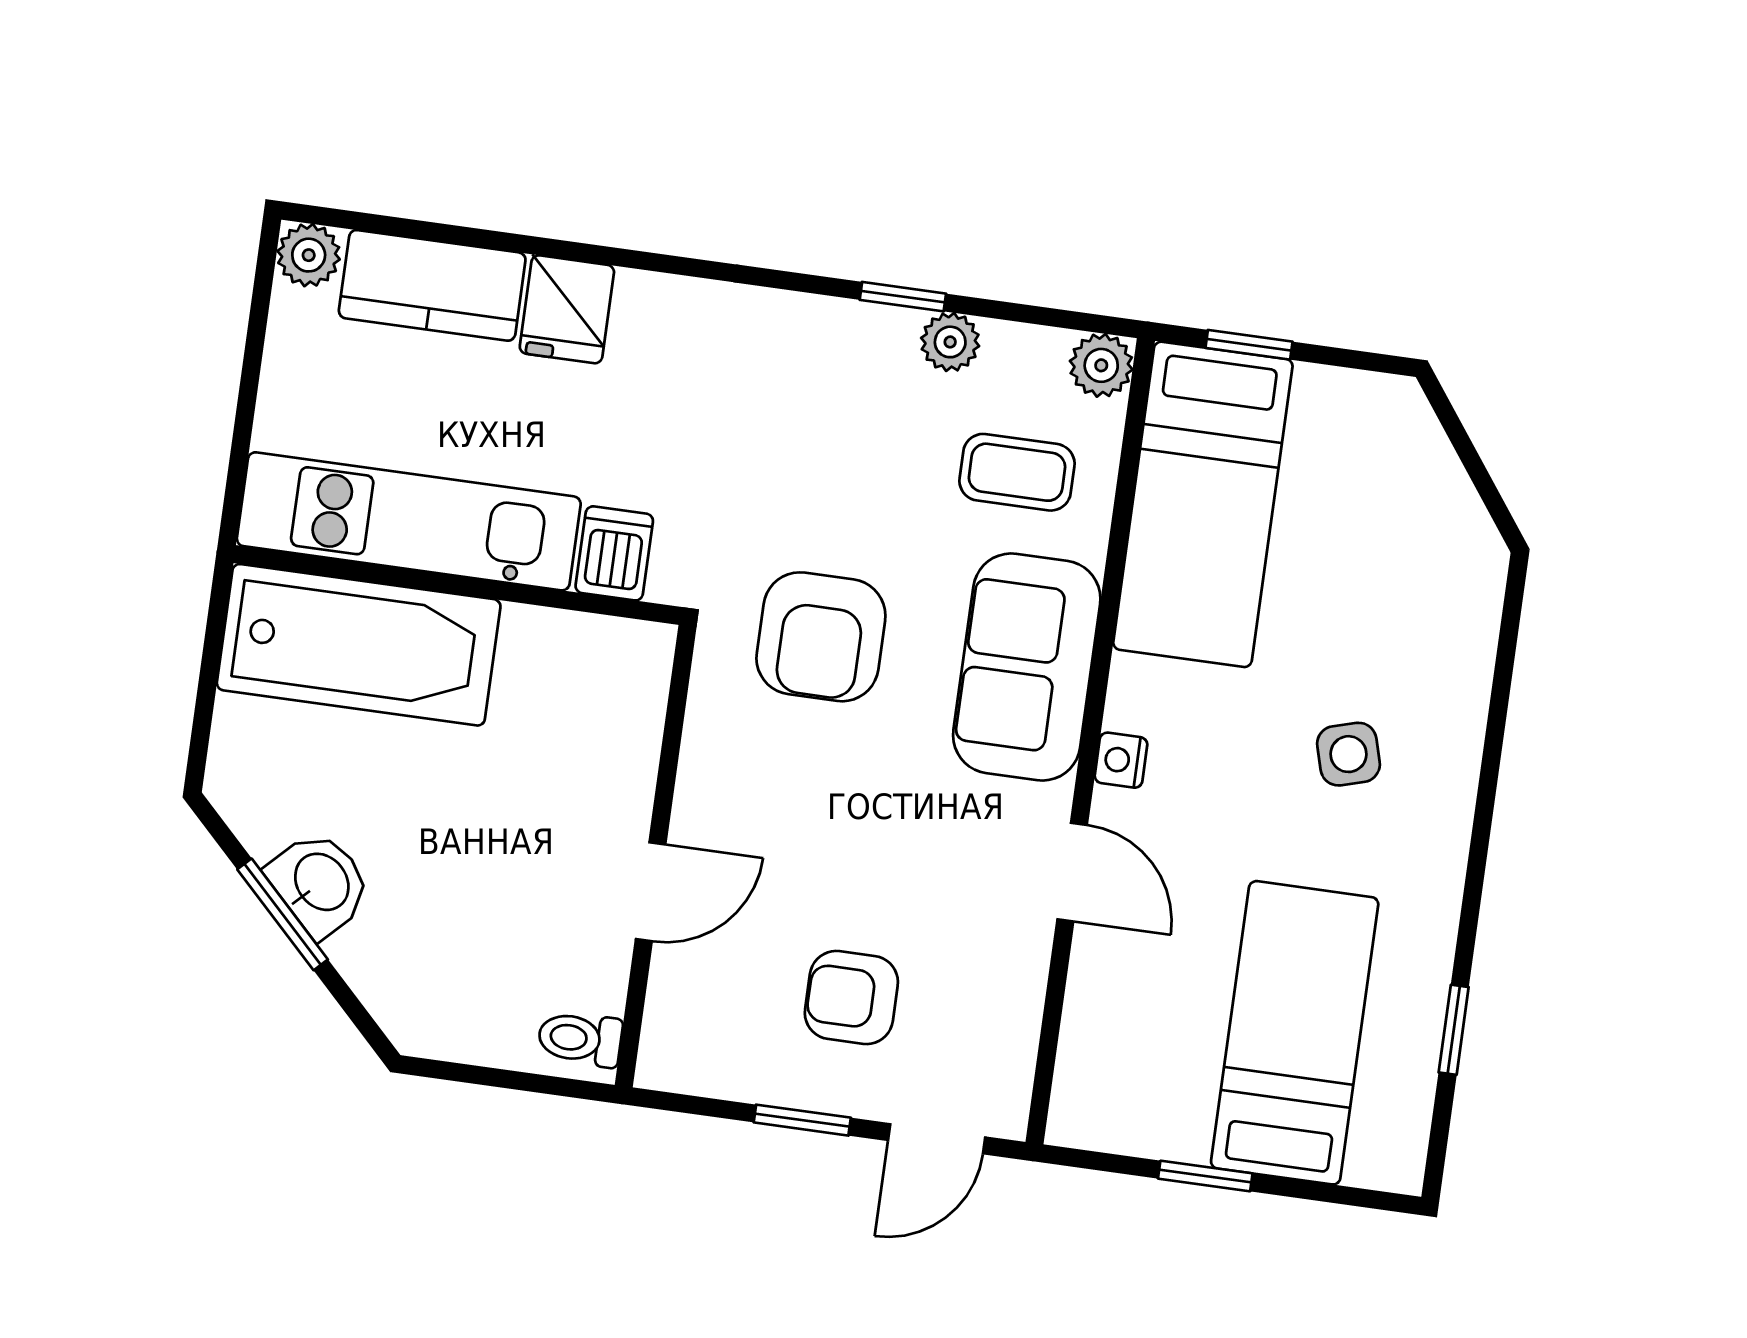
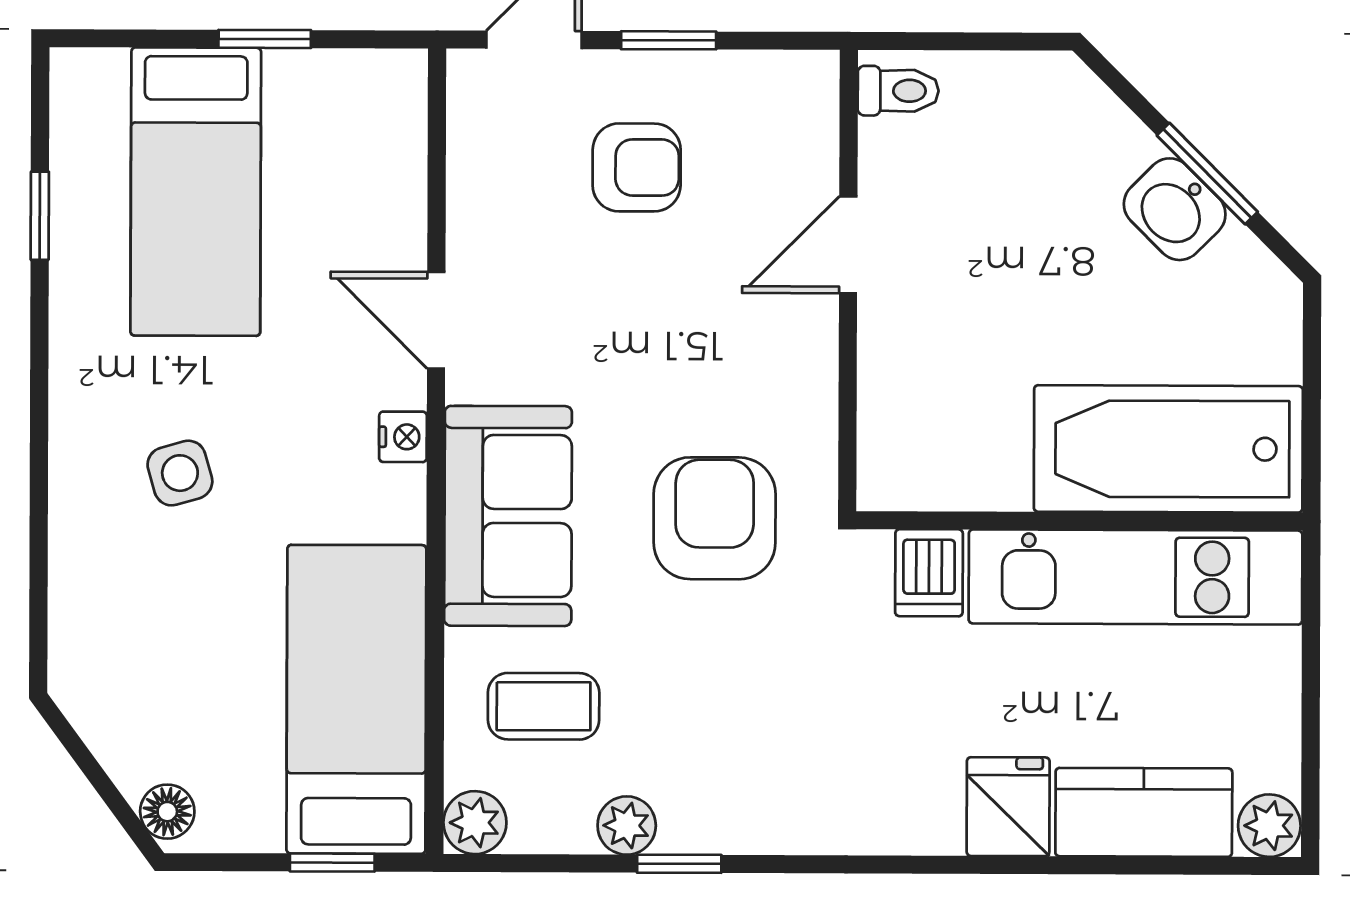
floor lamp: (1407, 418) -> (167, 812), added

